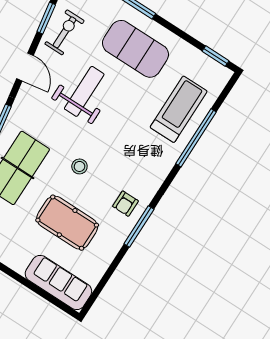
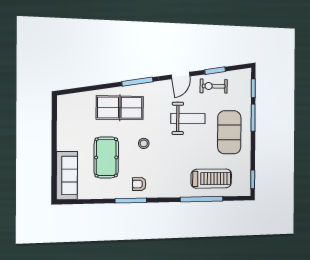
exercise bike: (65, 32) -> (214, 86), turned 180

